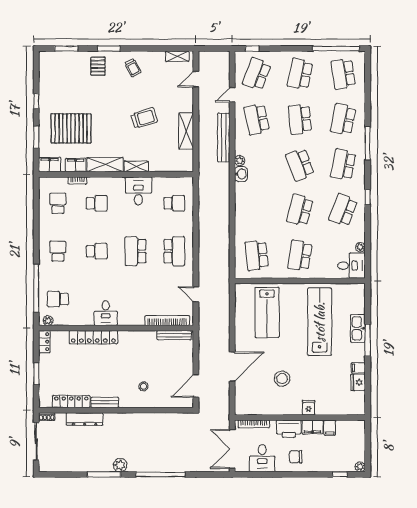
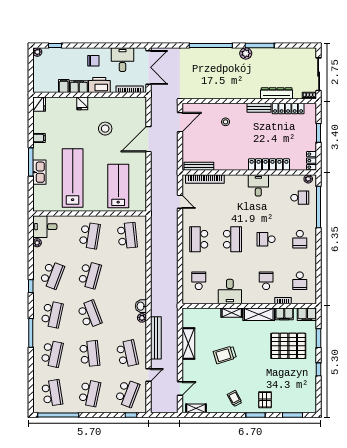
school desk: (97, 203) -> (266, 281), turned 90
school desk: (174, 203) -> (199, 281), turned 90
lab bench: (320, 322) -> (73, 178), turned 180
fridge: (358, 382) -> (39, 104), moved

